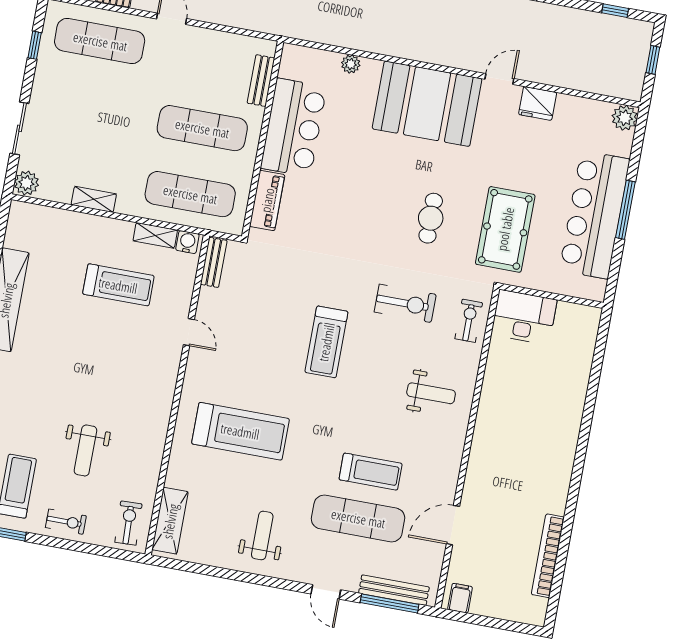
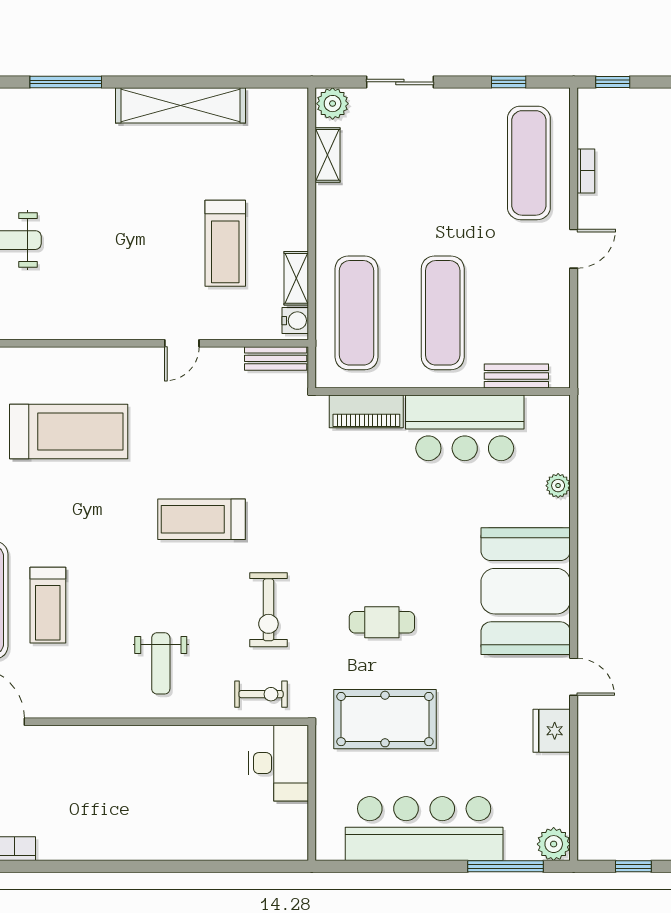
shelving: (94, 199) -> (328, 155), moved
window: (625, 210) -> (505, 866), moved
treadmill: (240, 431) -> (69, 431), turned -90

